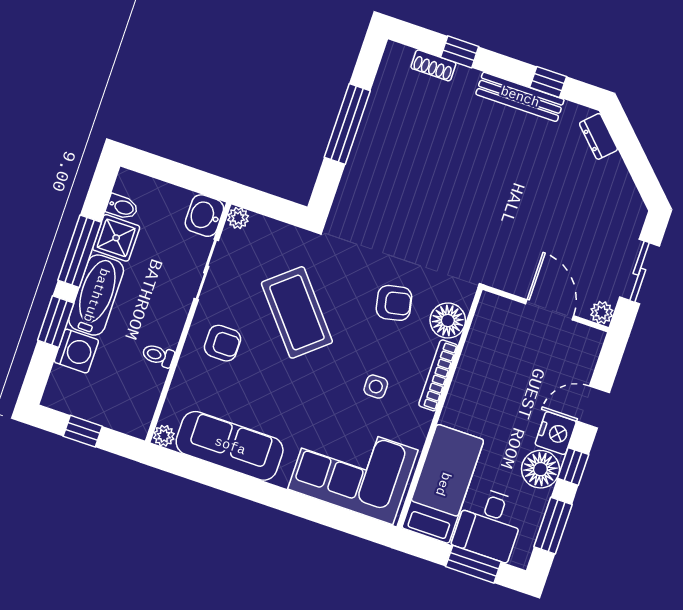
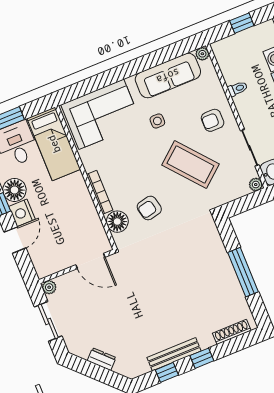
window: (460, 52) -> (202, 358), moved
shoe rack: (433, 65) -> (232, 332), width x1.43
dresser: (598, 136) -> (102, 359), moved
door: (550, 310) -> (90, 261), moved
side table: (376, 387) -> (157, 121), moved

